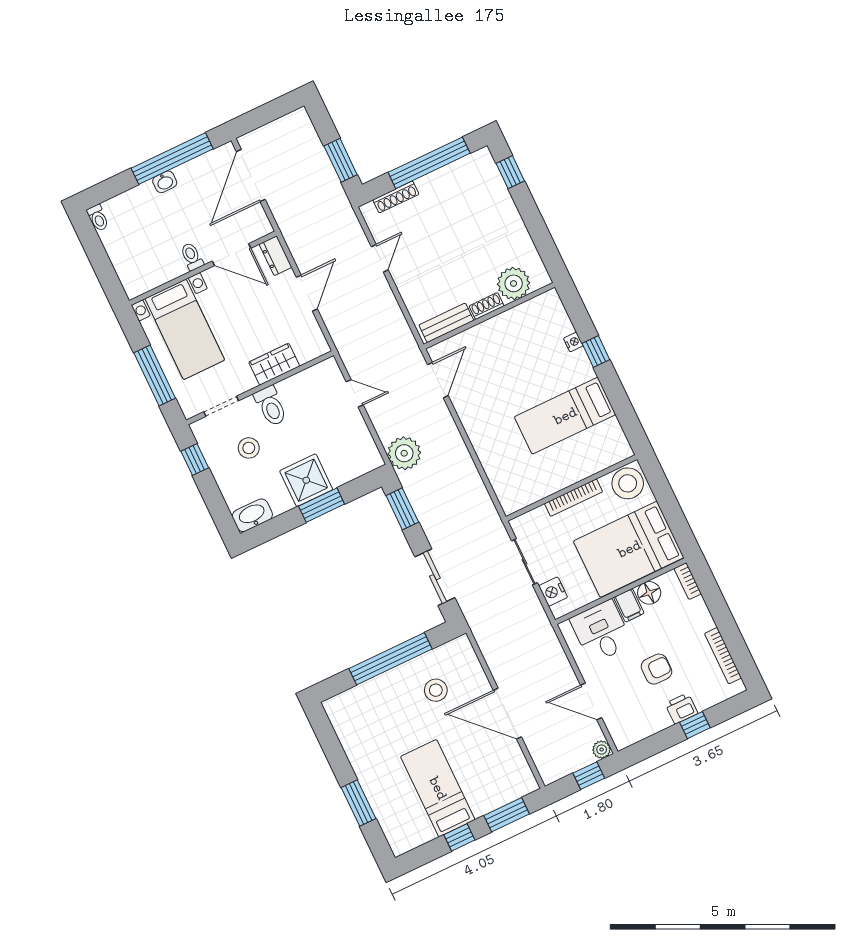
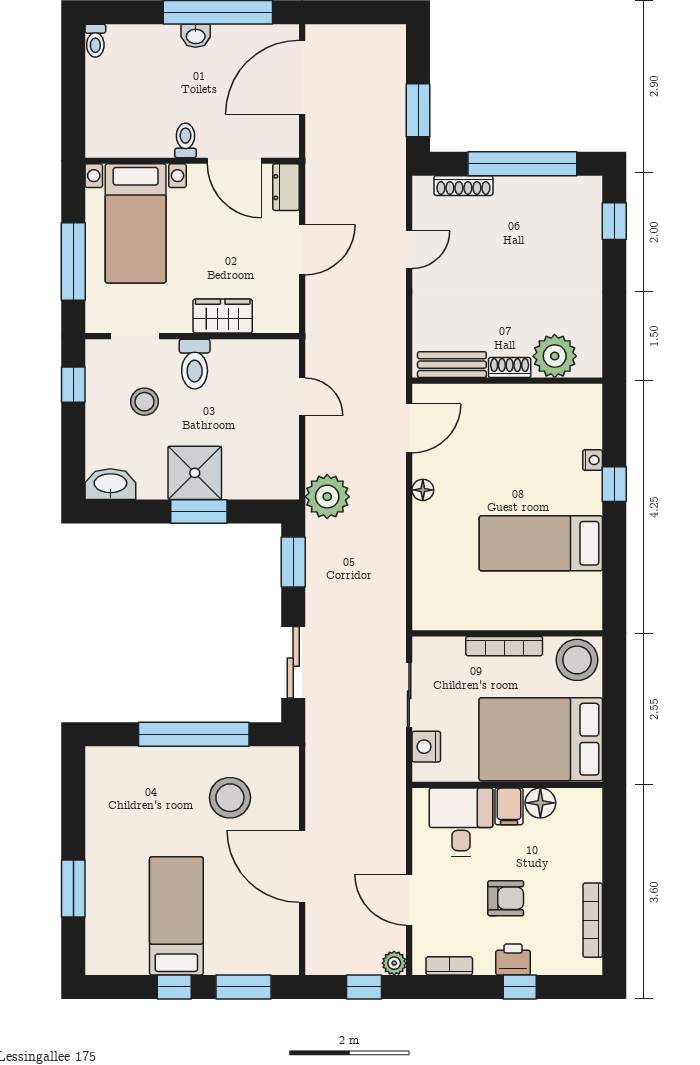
floor lamp: (467, 418) -> (423, 490), added
bookcase: (688, 581) -> (449, 966), moved, turned 90
stool: (436, 690) -> (230, 798), width x1.38, depth x1.38

